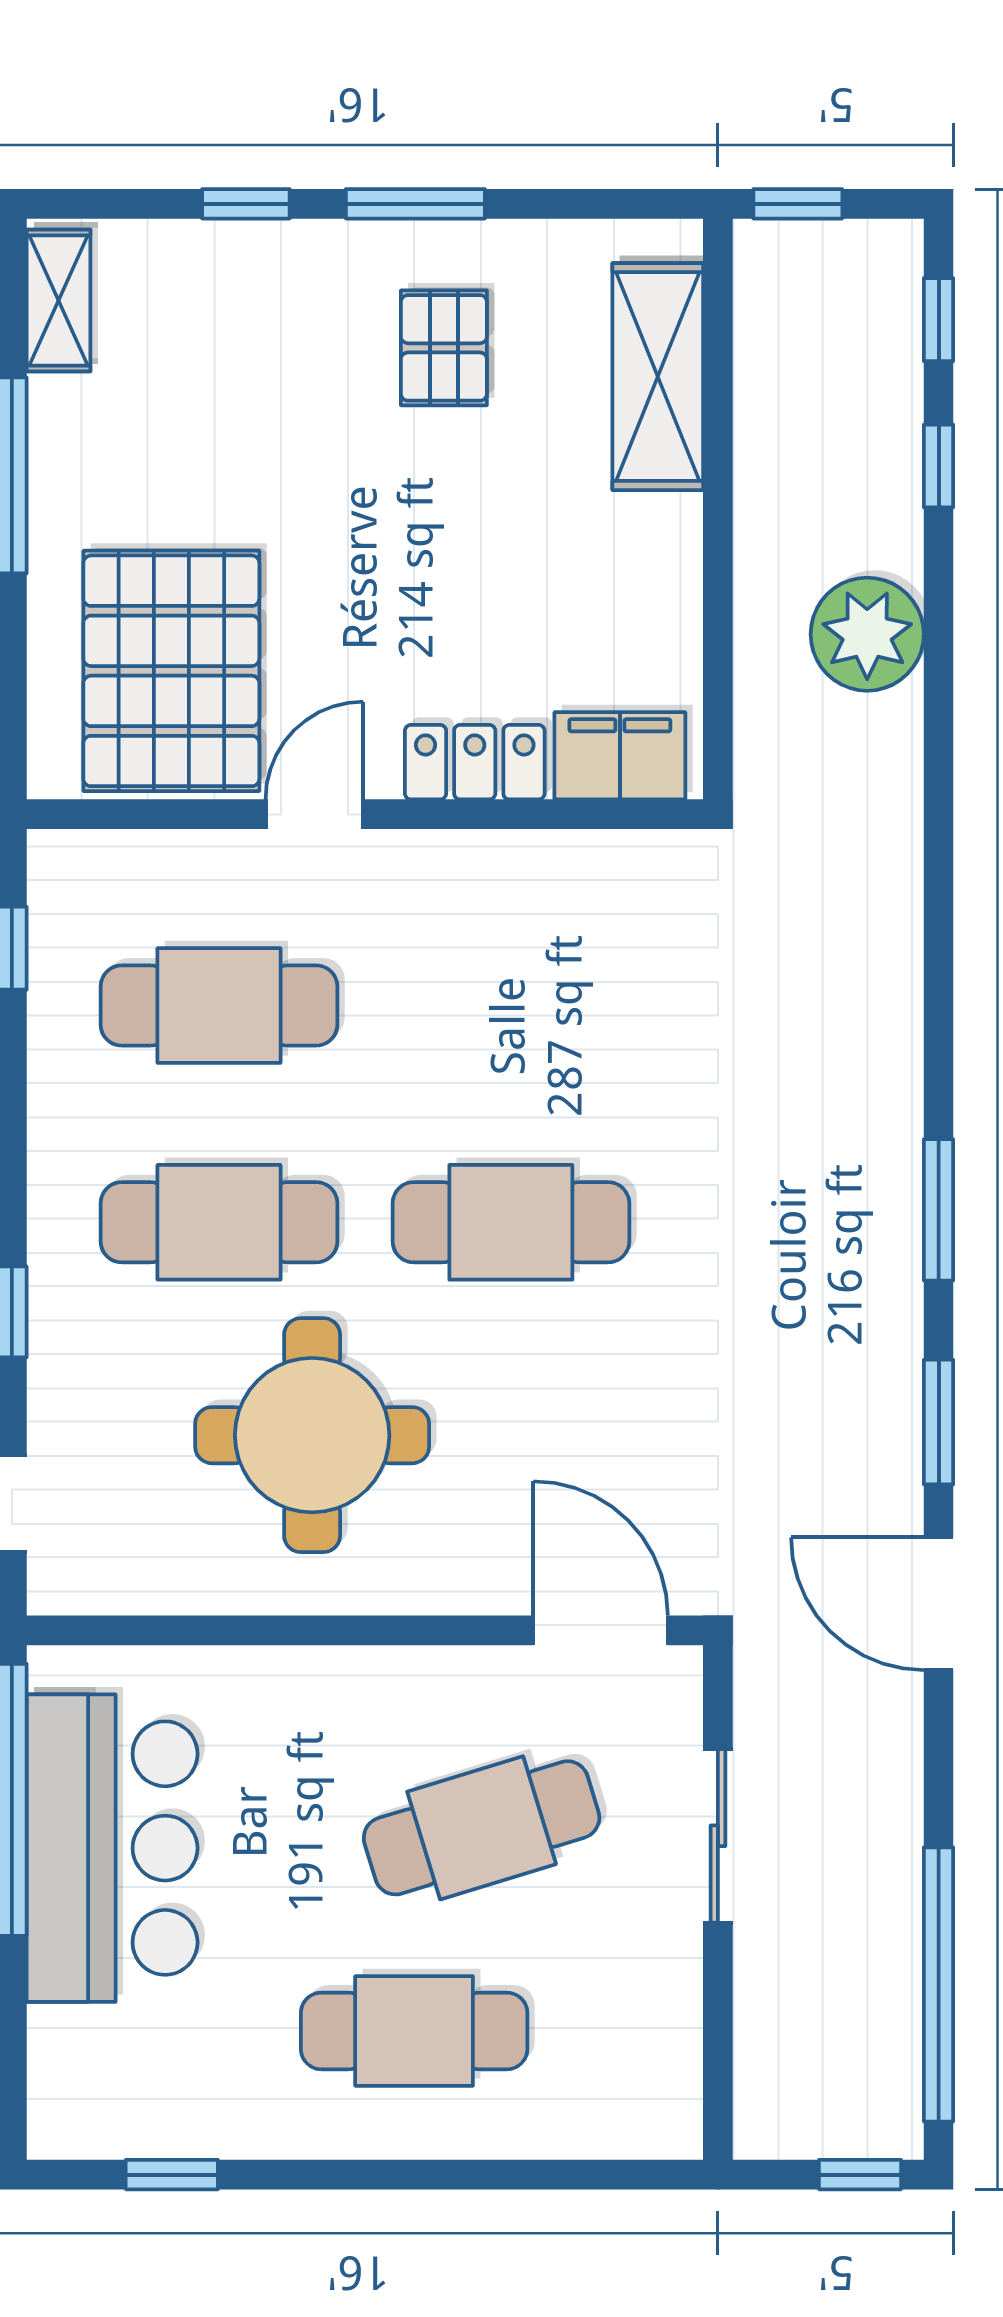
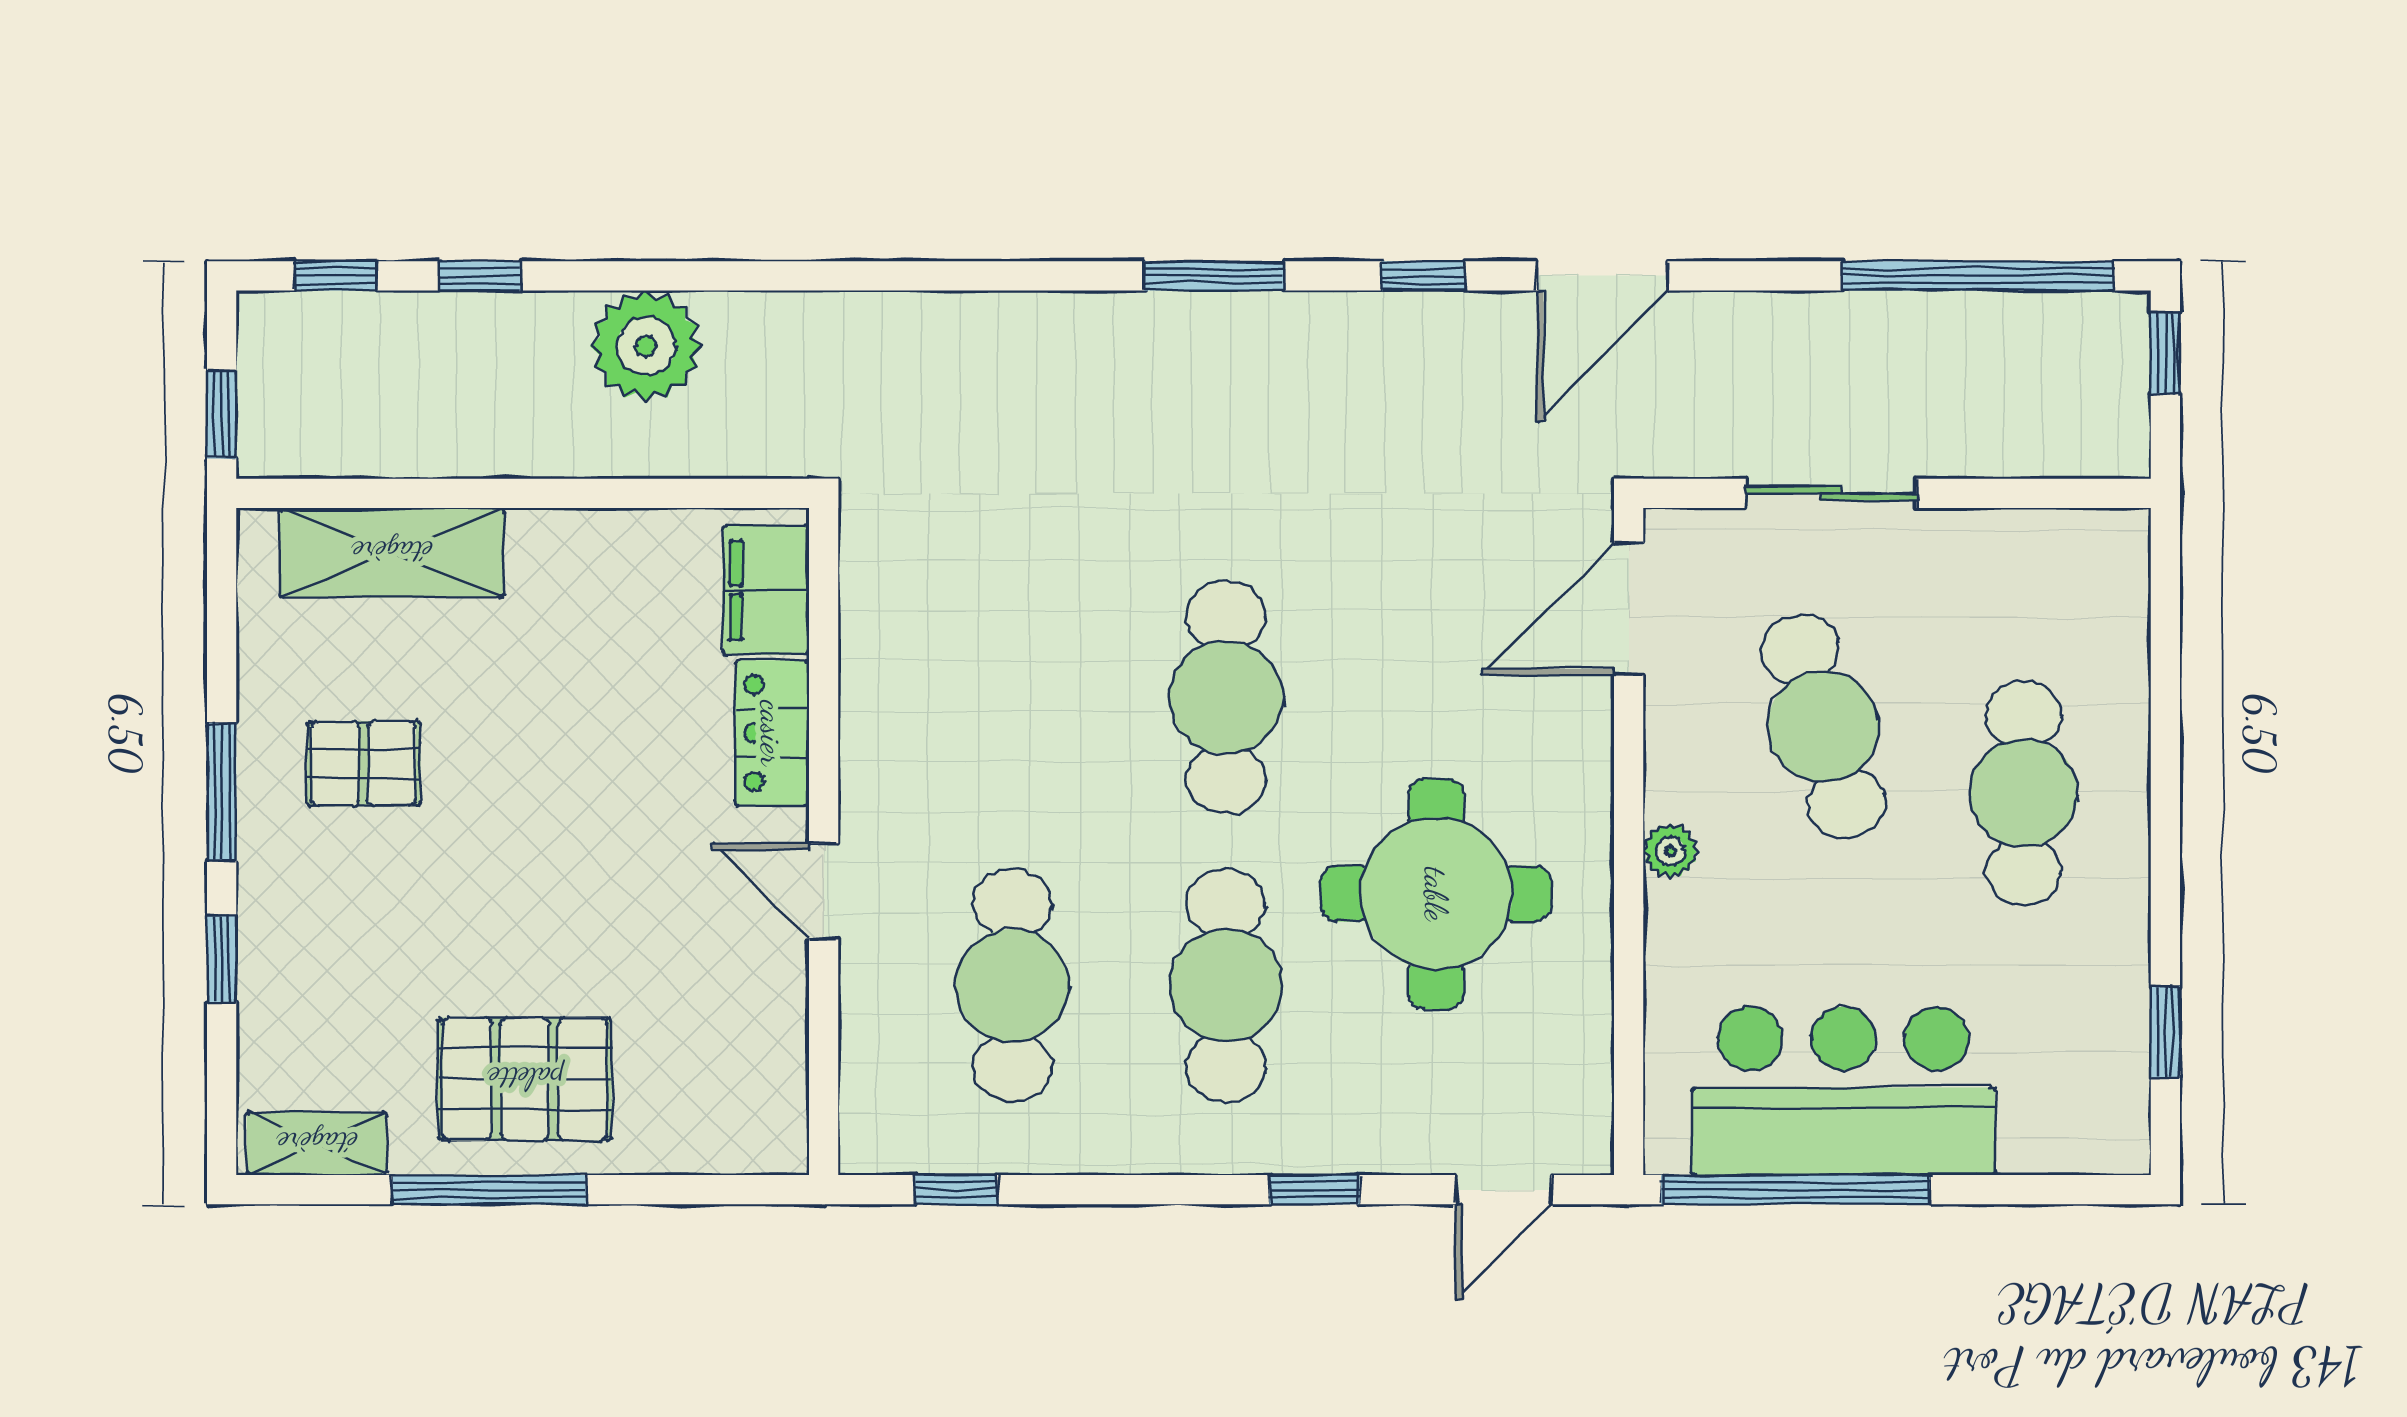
pallet: (171, 671) -> (525, 1079), moved, width x0.73, depth x0.71
window: (939, 1422) -> (1423, 276), width x0.67
plant: (355, 1673) -> (1670, 851), added

